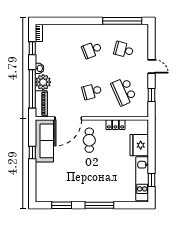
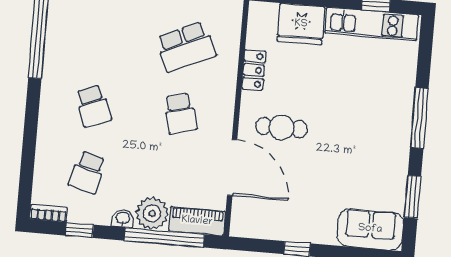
school desk: (124, 50) -> (87, 172), moved
sofa: (44, 141) -> (370, 229), moved, width x0.73

